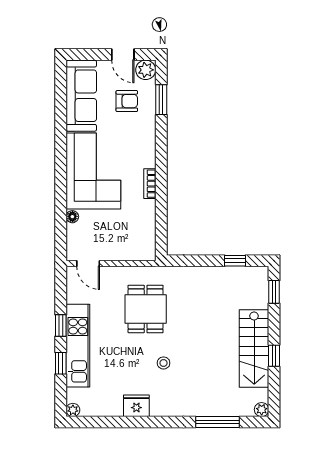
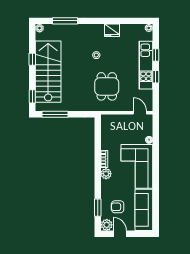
plant: (147, 158) -> (106, 174), added
window: (235, 261) -> (55, 114), width x2.17
stairs: (254, 349) -> (48, 72), width x1.36, depth x1.51

